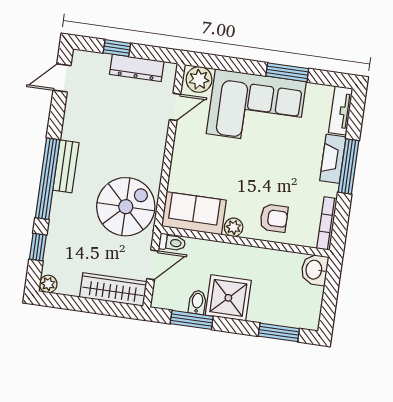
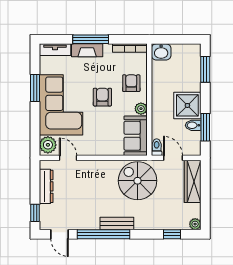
window: (117, 48) -> (35, 213), moved
armchair: (259, 172) -> (102, 97), added
window: (48, 179) -> (103, 234), moved

